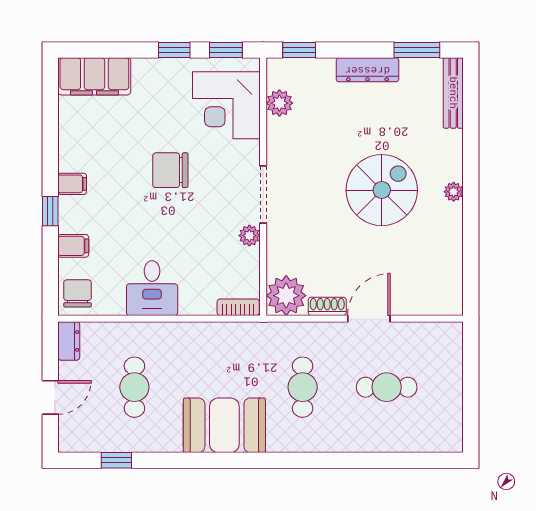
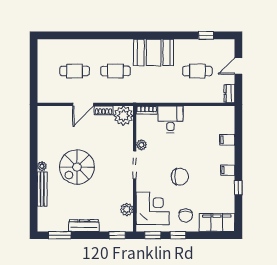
bench: (453, 93) -> (42, 189), moved
window: (50, 211) -> (238, 188), moved
desk: (152, 288) -> (170, 119), moved
chair: (78, 293) -> (186, 216), moved
cafe table: (134, 387) -> (197, 71), turned 90
cafe table: (303, 387) -> (115, 71), turned 90

